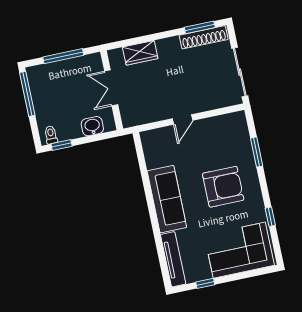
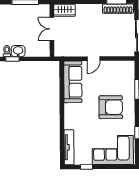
wardrobe: (140, 53) -> (64, 10), moved
washbasin: (92, 126) -> (18, 51), moved
sofa: (167, 199) -> (73, 82), moved

